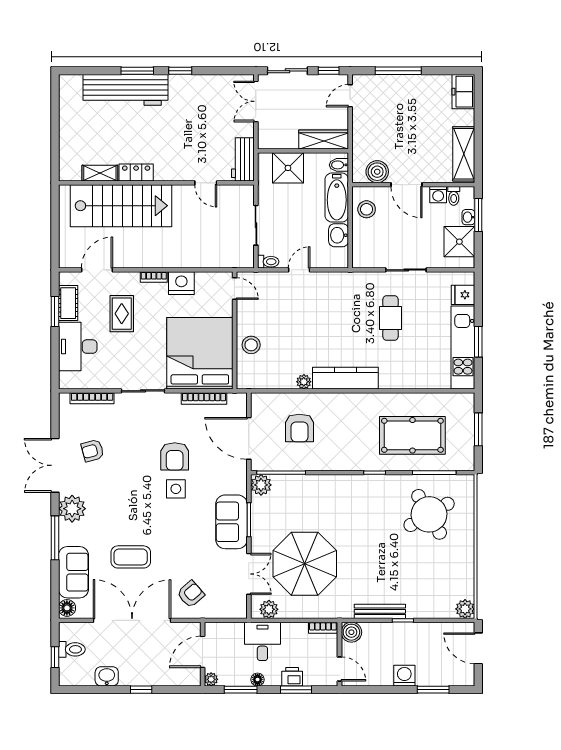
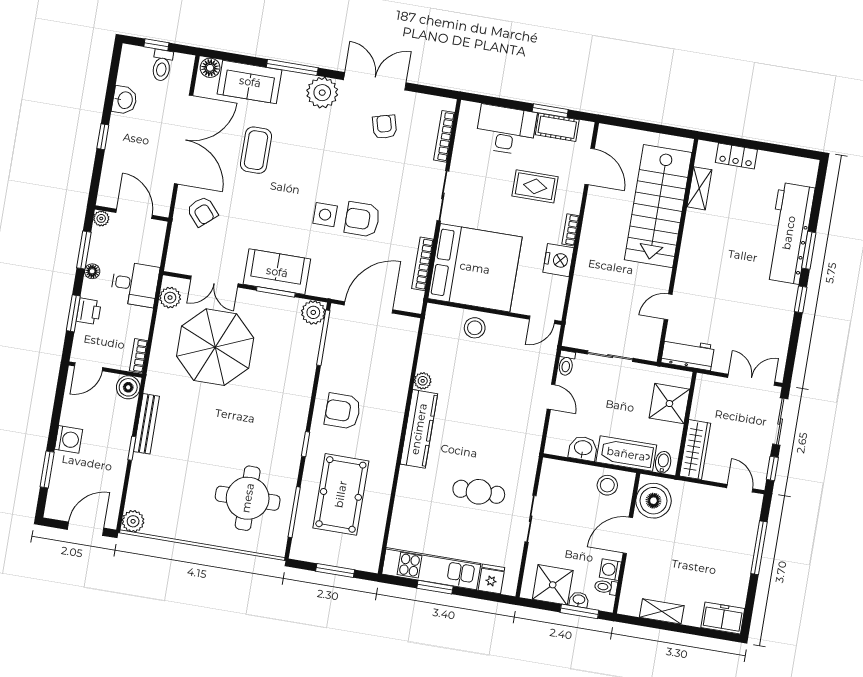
shelving: (464, 154) -> (662, 611), width x0.67, depth x0.75
locker: (136, 172) -> (736, 156), moved, turned 90
boiler: (377, 172) -> (653, 501), width x1.37, depth x1.37
armchair: (299, 428) -> (343, 411), moved
round table: (429, 514) -> (248, 498), turned 30

